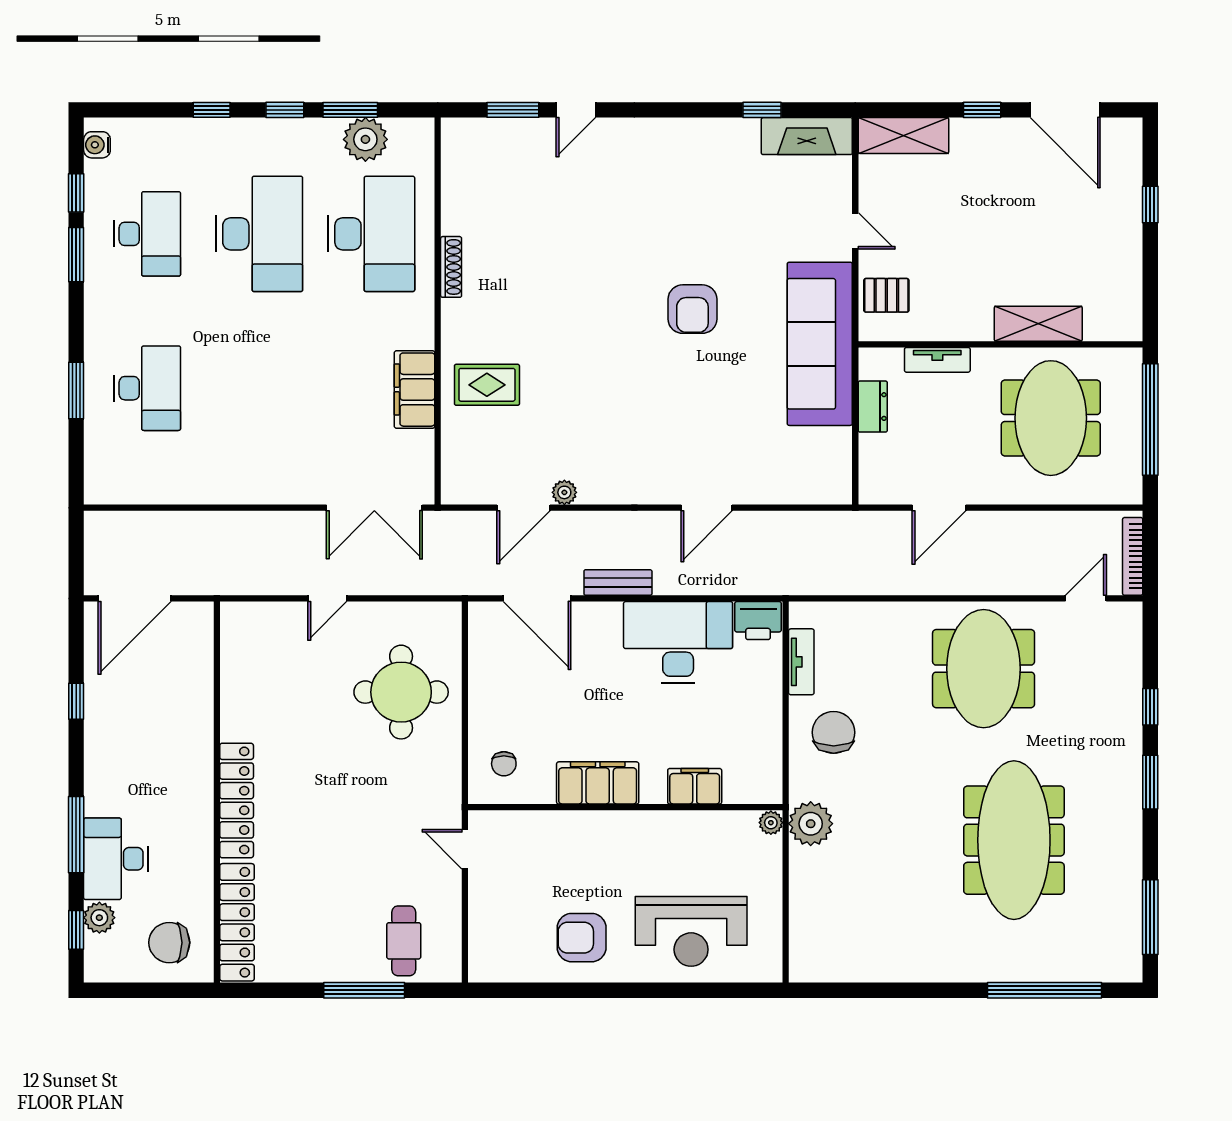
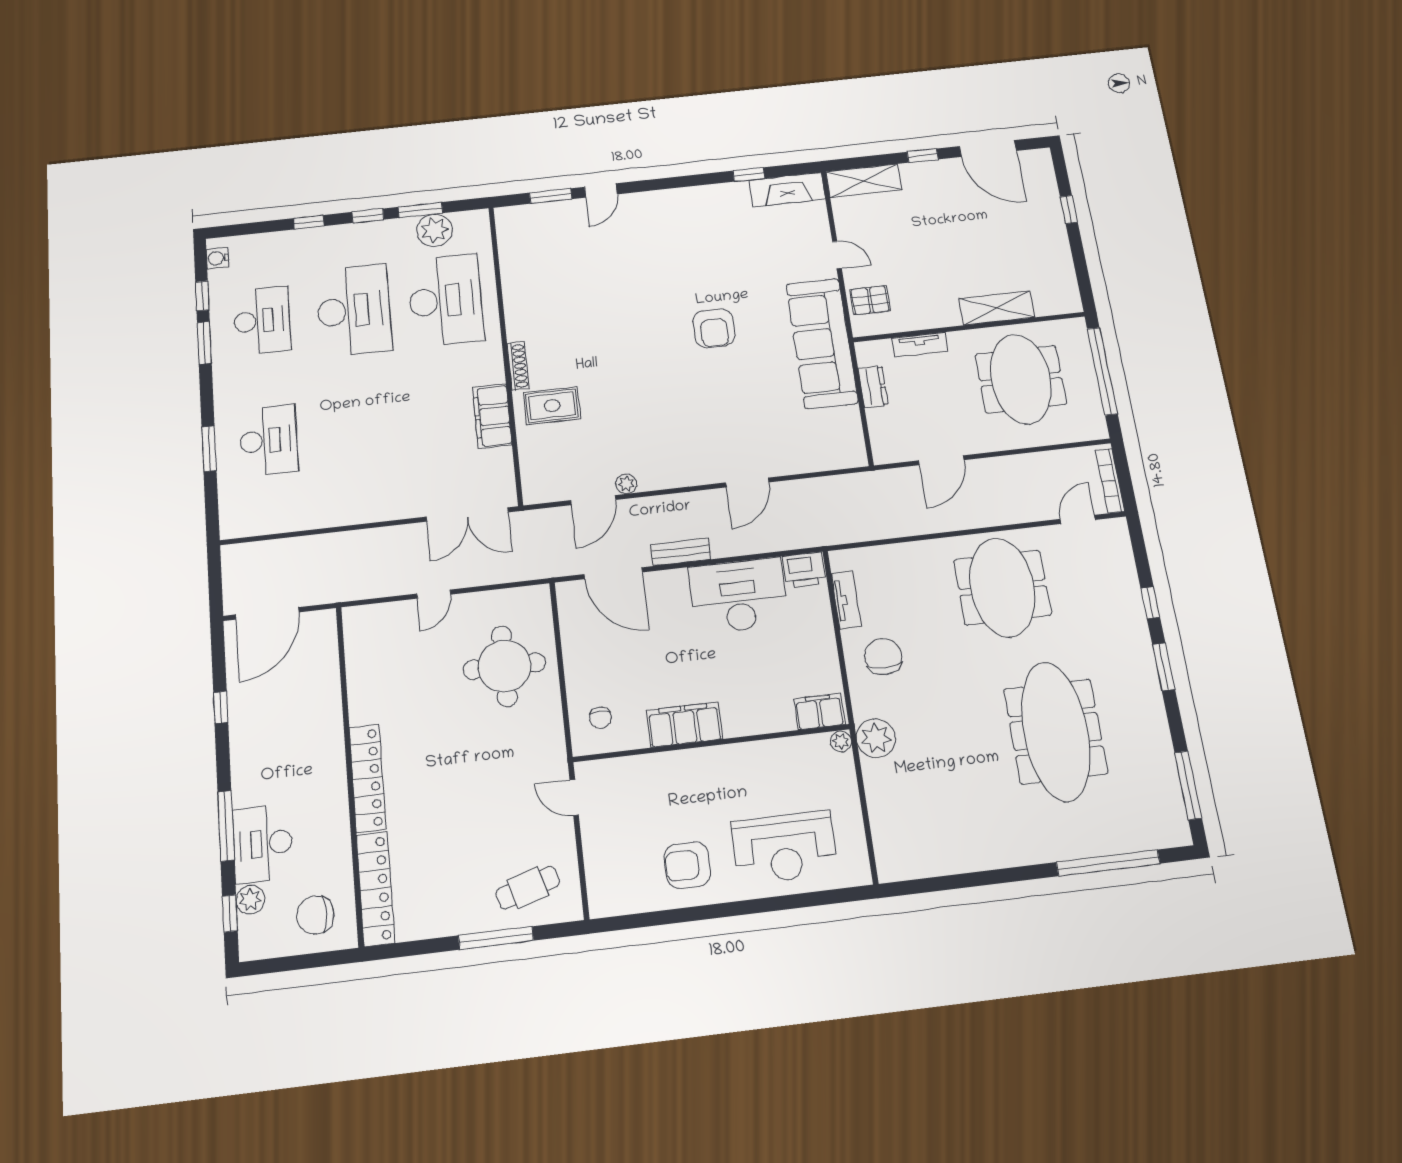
shoe rack: (451, 267) -> (518, 366), moved
filing cabinet: (695, 786) -> (819, 712), moved
cafe table: (404, 941) -> (528, 888), turned 73

